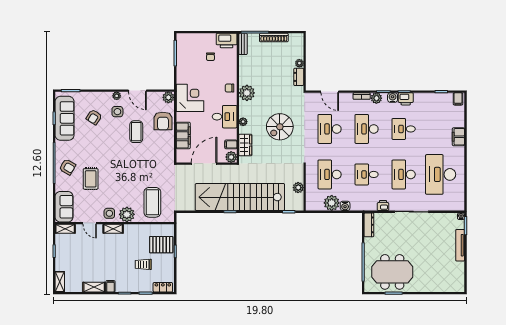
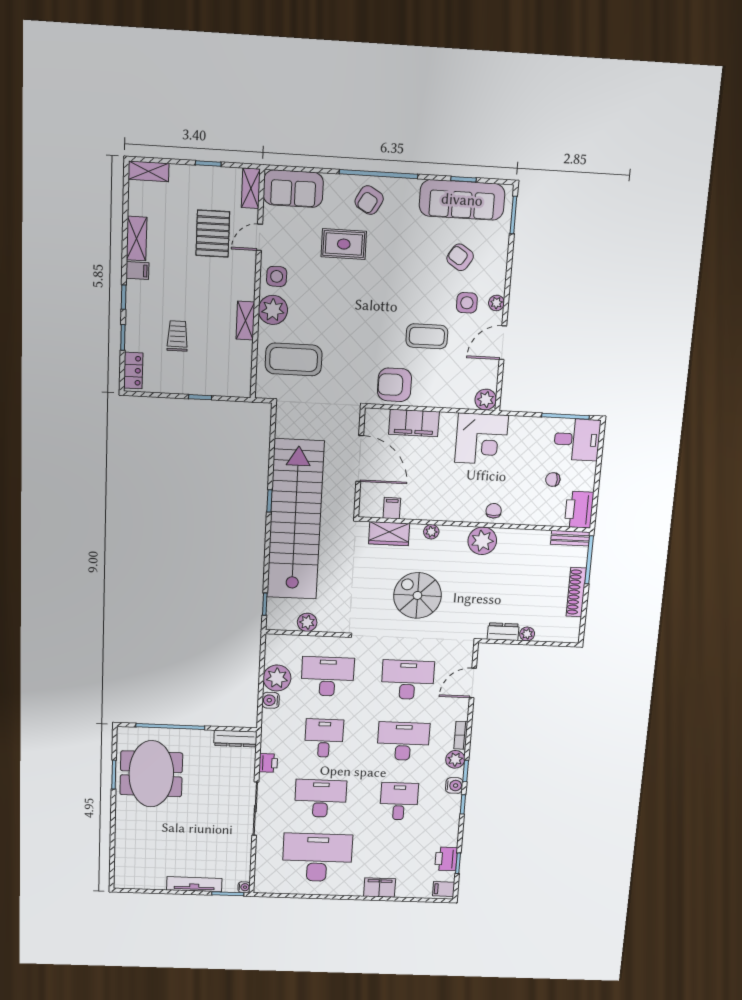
printer: (406, 99) -> (446, 859), moved
desk: (225, 117) -> (577, 439), moved, turned -90
armchair: (163, 121) -> (394, 385), moved
plant: (231, 157) -> (369, 508), removed
shelving: (113, 229) -> (245, 320), moved
pallet: (161, 245) -> (213, 234), moved

